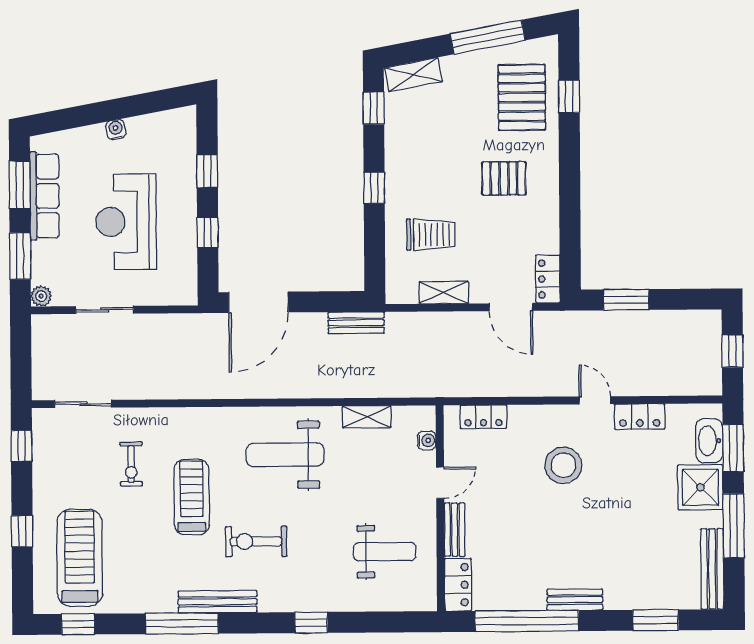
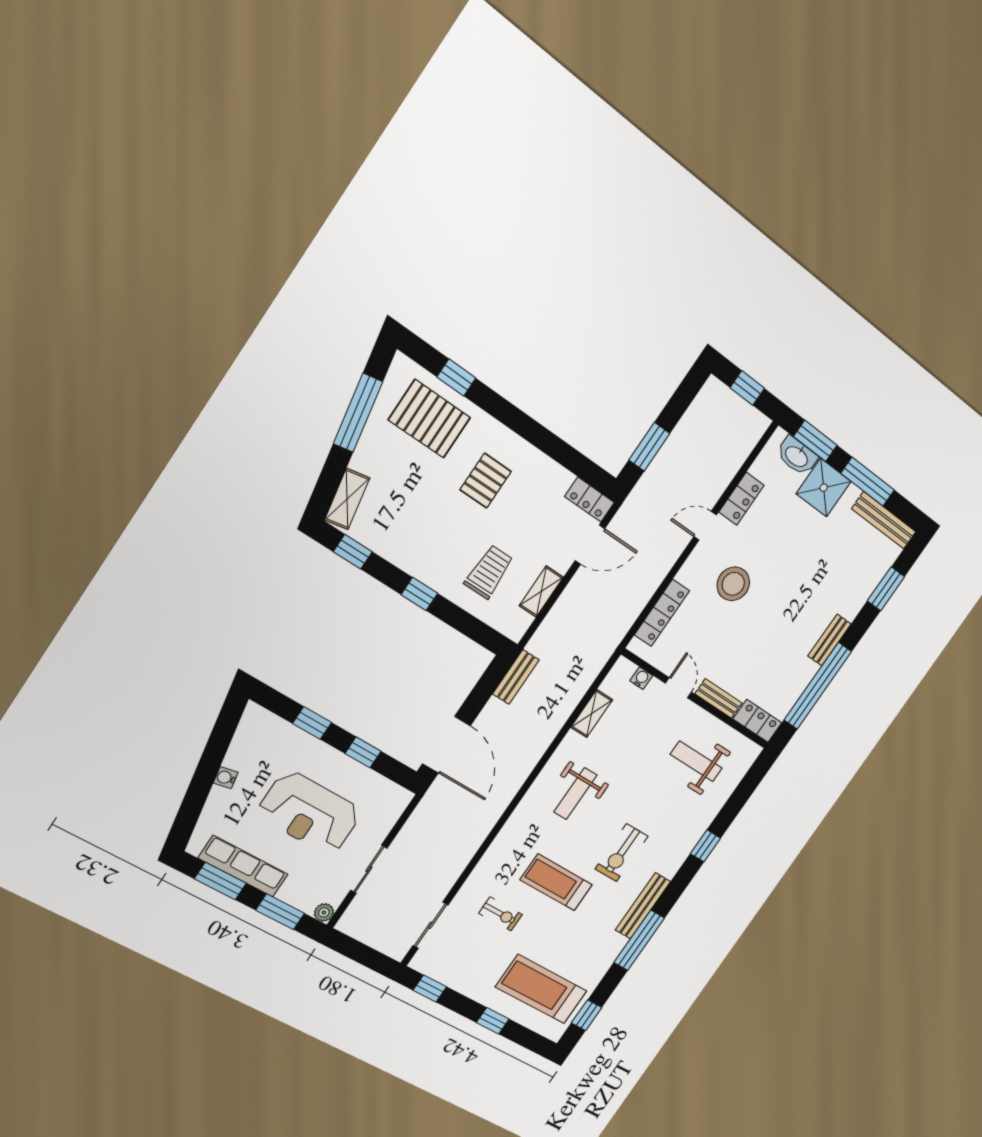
locker: (483, 417) -> (662, 613), width x1.53
weight bench: (285, 455) -> (575, 794), width x0.73, depth x0.75
weight bench: (385, 552) -> (696, 761), turned -90

